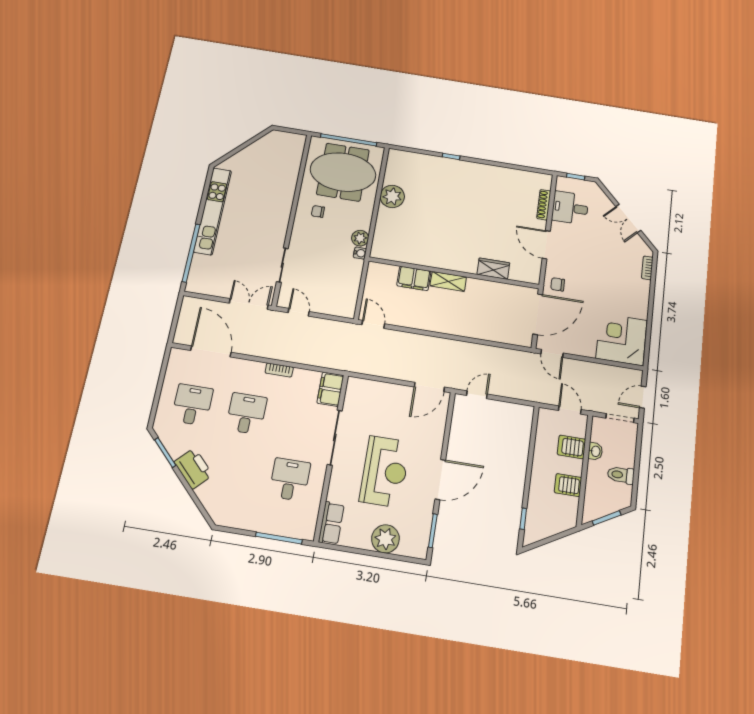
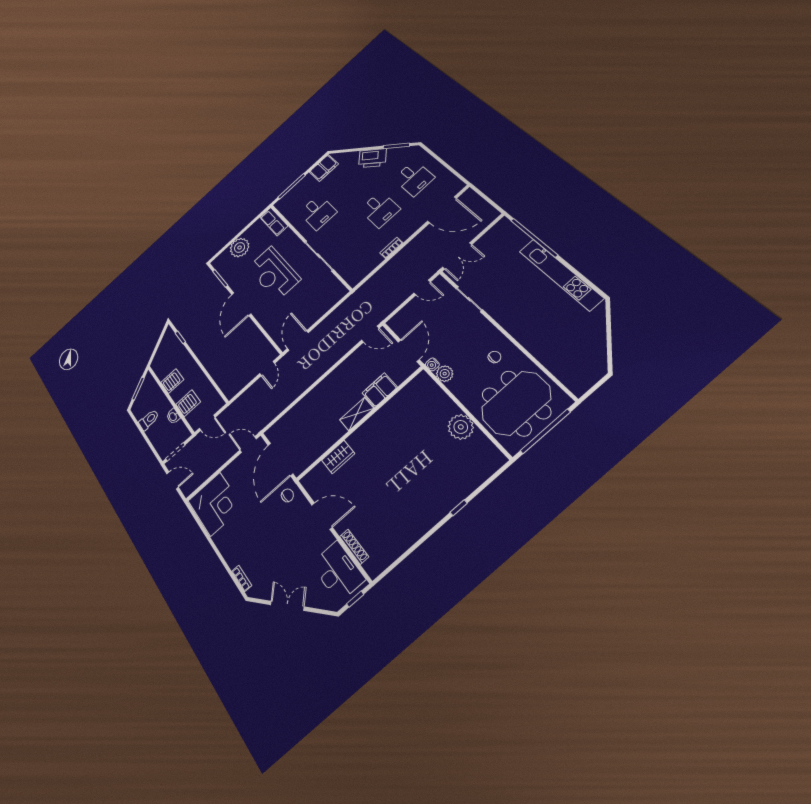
desk: (570, 208) -> (338, 572), width x1.37
door: (363, 281) -> (409, 351), added
filing cabinet: (330, 389) -> (324, 168), moved, turned 90
door: (643, 397) -> (173, 480), hinge flipped

